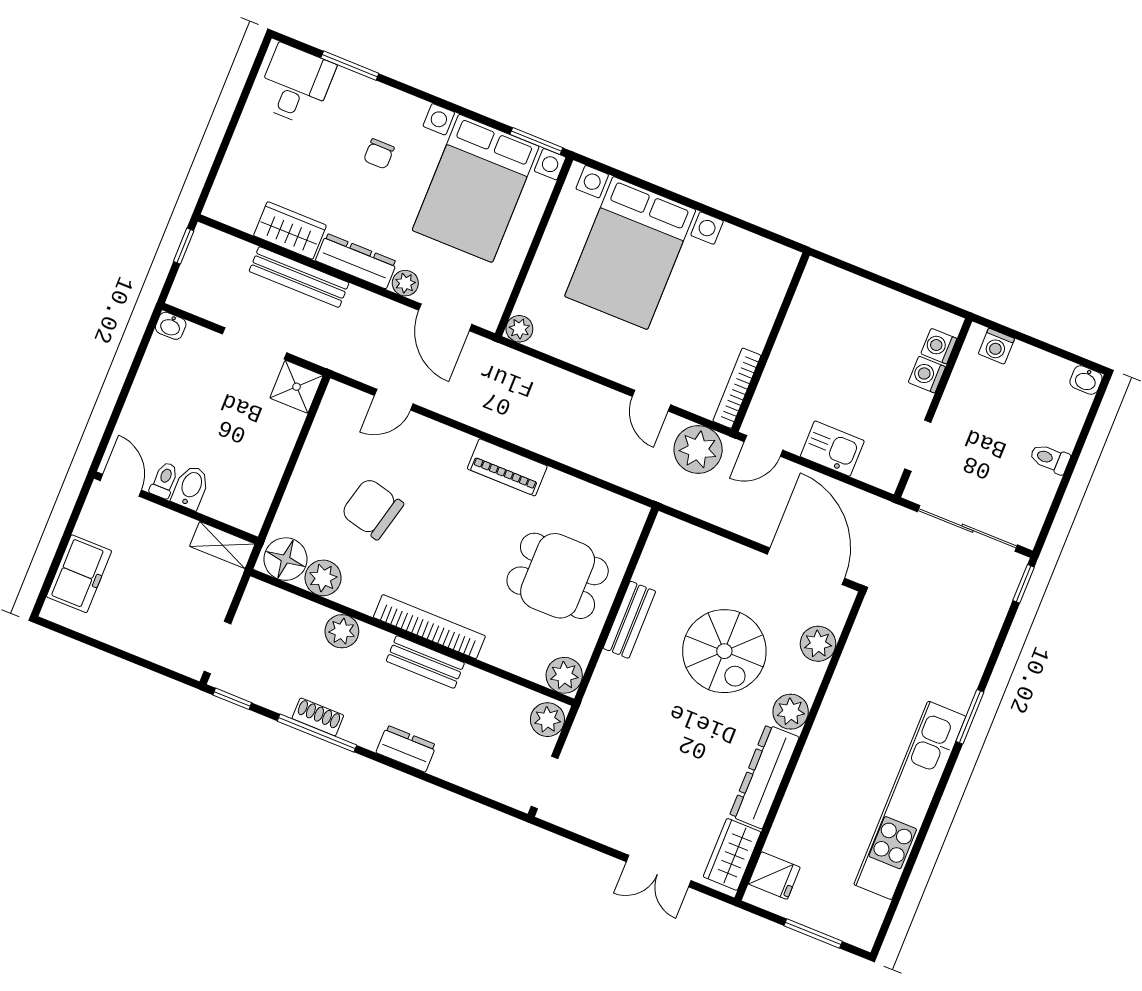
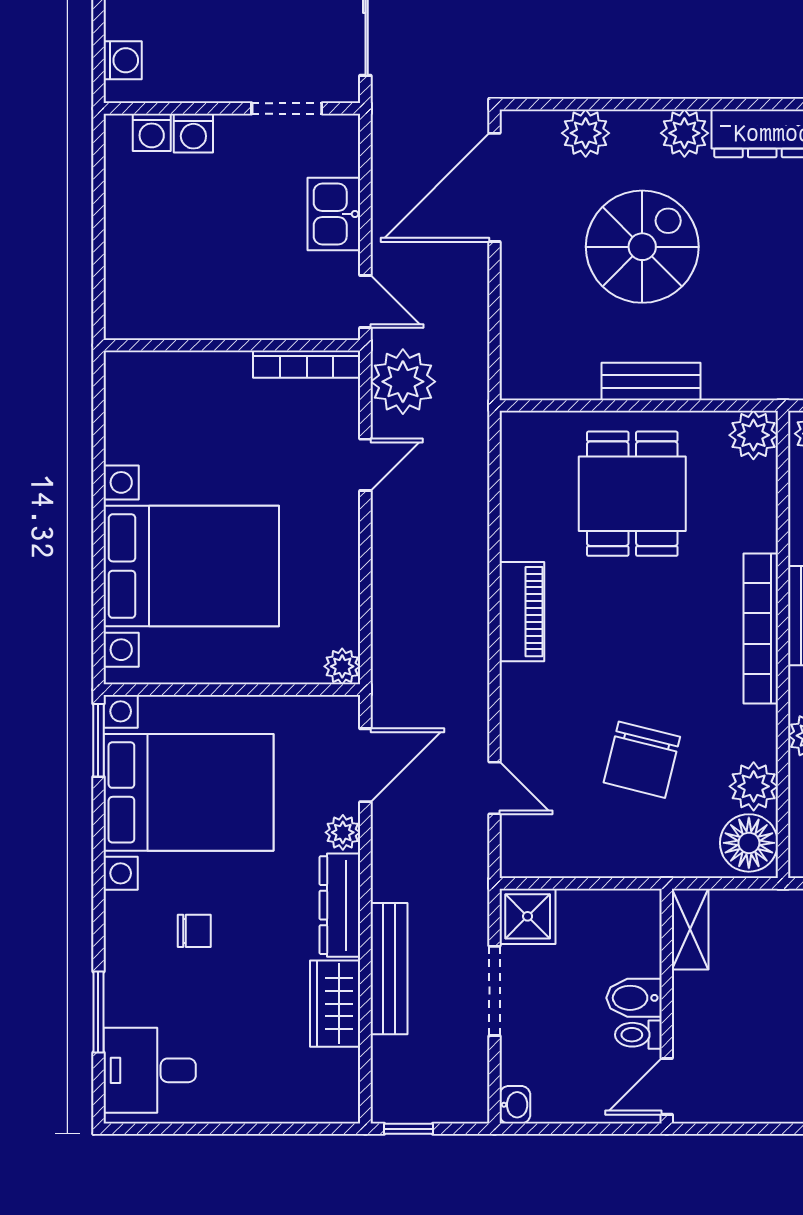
toilet: (164, 480) -> (638, 1035), moved
door: (121, 485) -> (667, 1086), moved
bidet: (191, 487) -> (634, 998), moved
wall: (176, 508) -> (667, 1006), moved
shelving: (222, 545) -> (690, 929), moved

